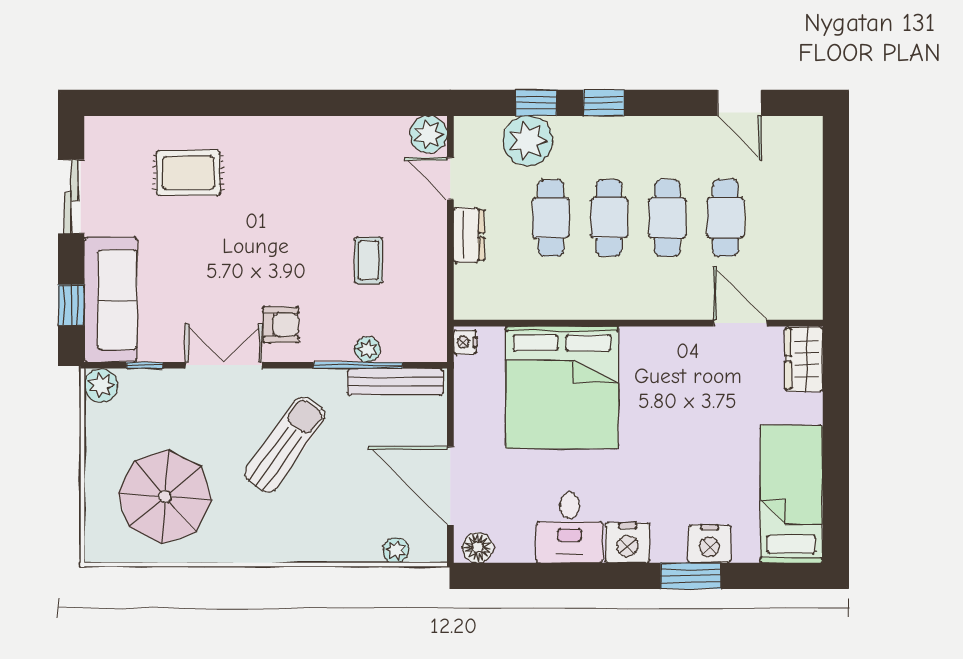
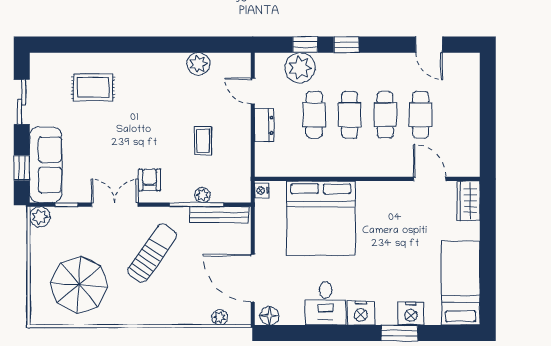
plant: (428, 134) -> (198, 64), moved
armchair: (281, 325) -> (149, 180), turned -90

